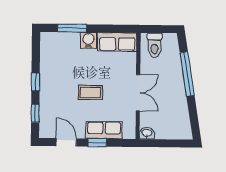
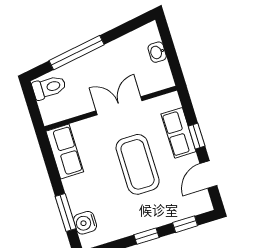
water cooler: (88, 40) -> (85, 223), moved
toilet: (155, 45) -> (49, 87), moved
coffee table: (90, 92) -> (138, 164), width x1.86, depth x1.72
washbasin: (147, 133) -> (157, 52), moved

